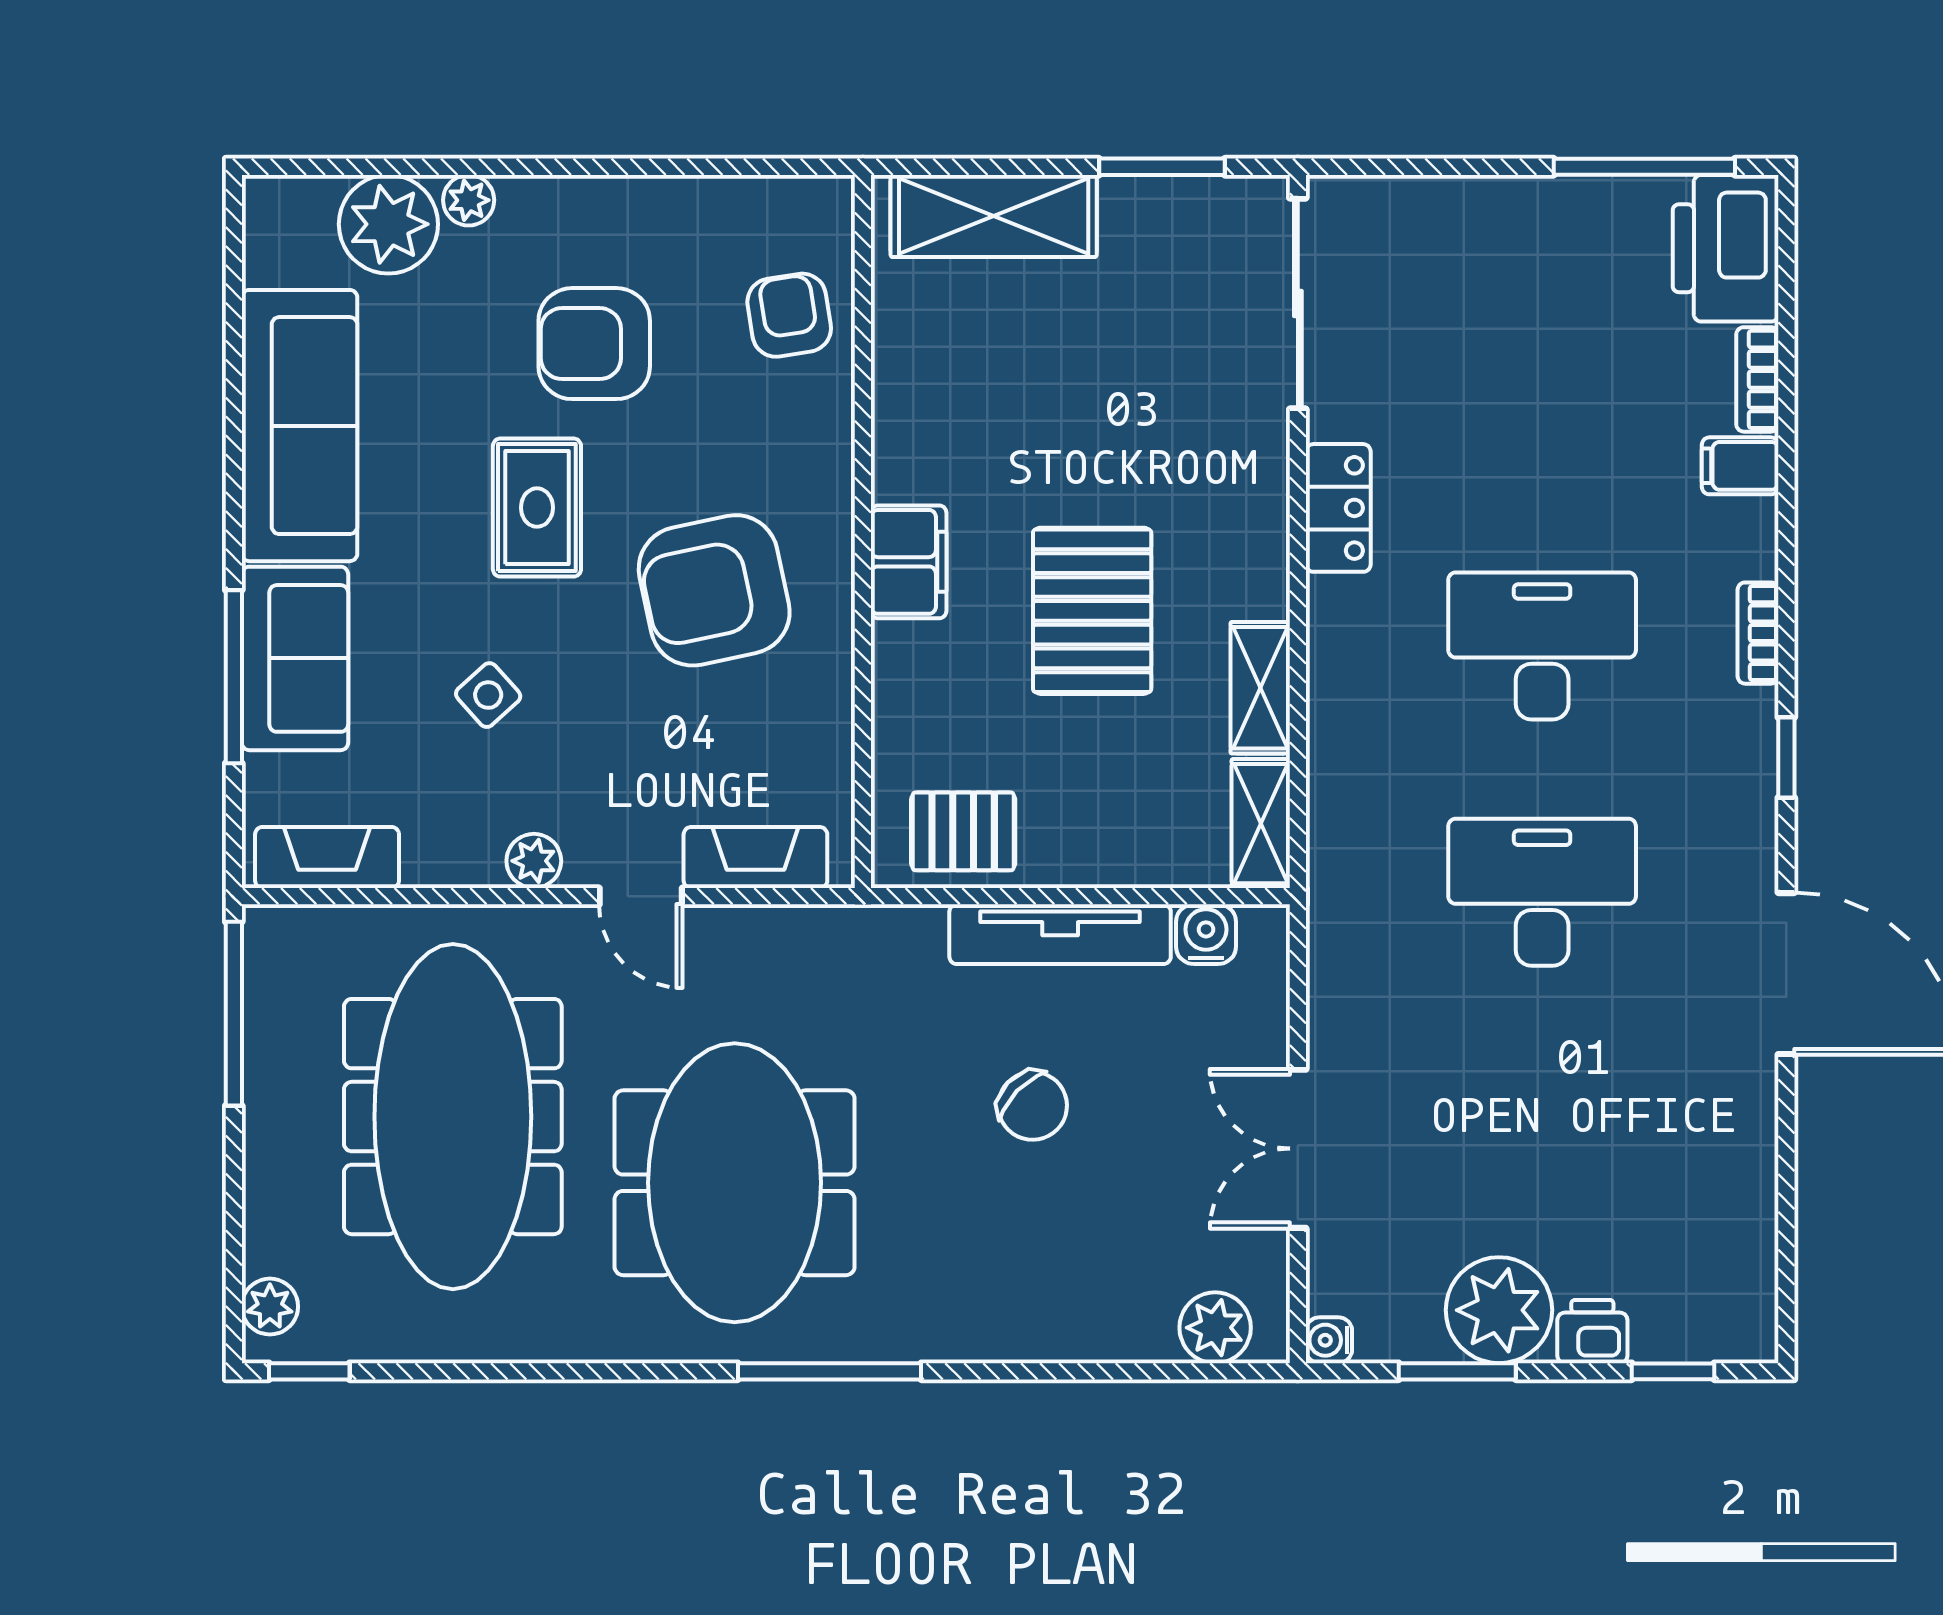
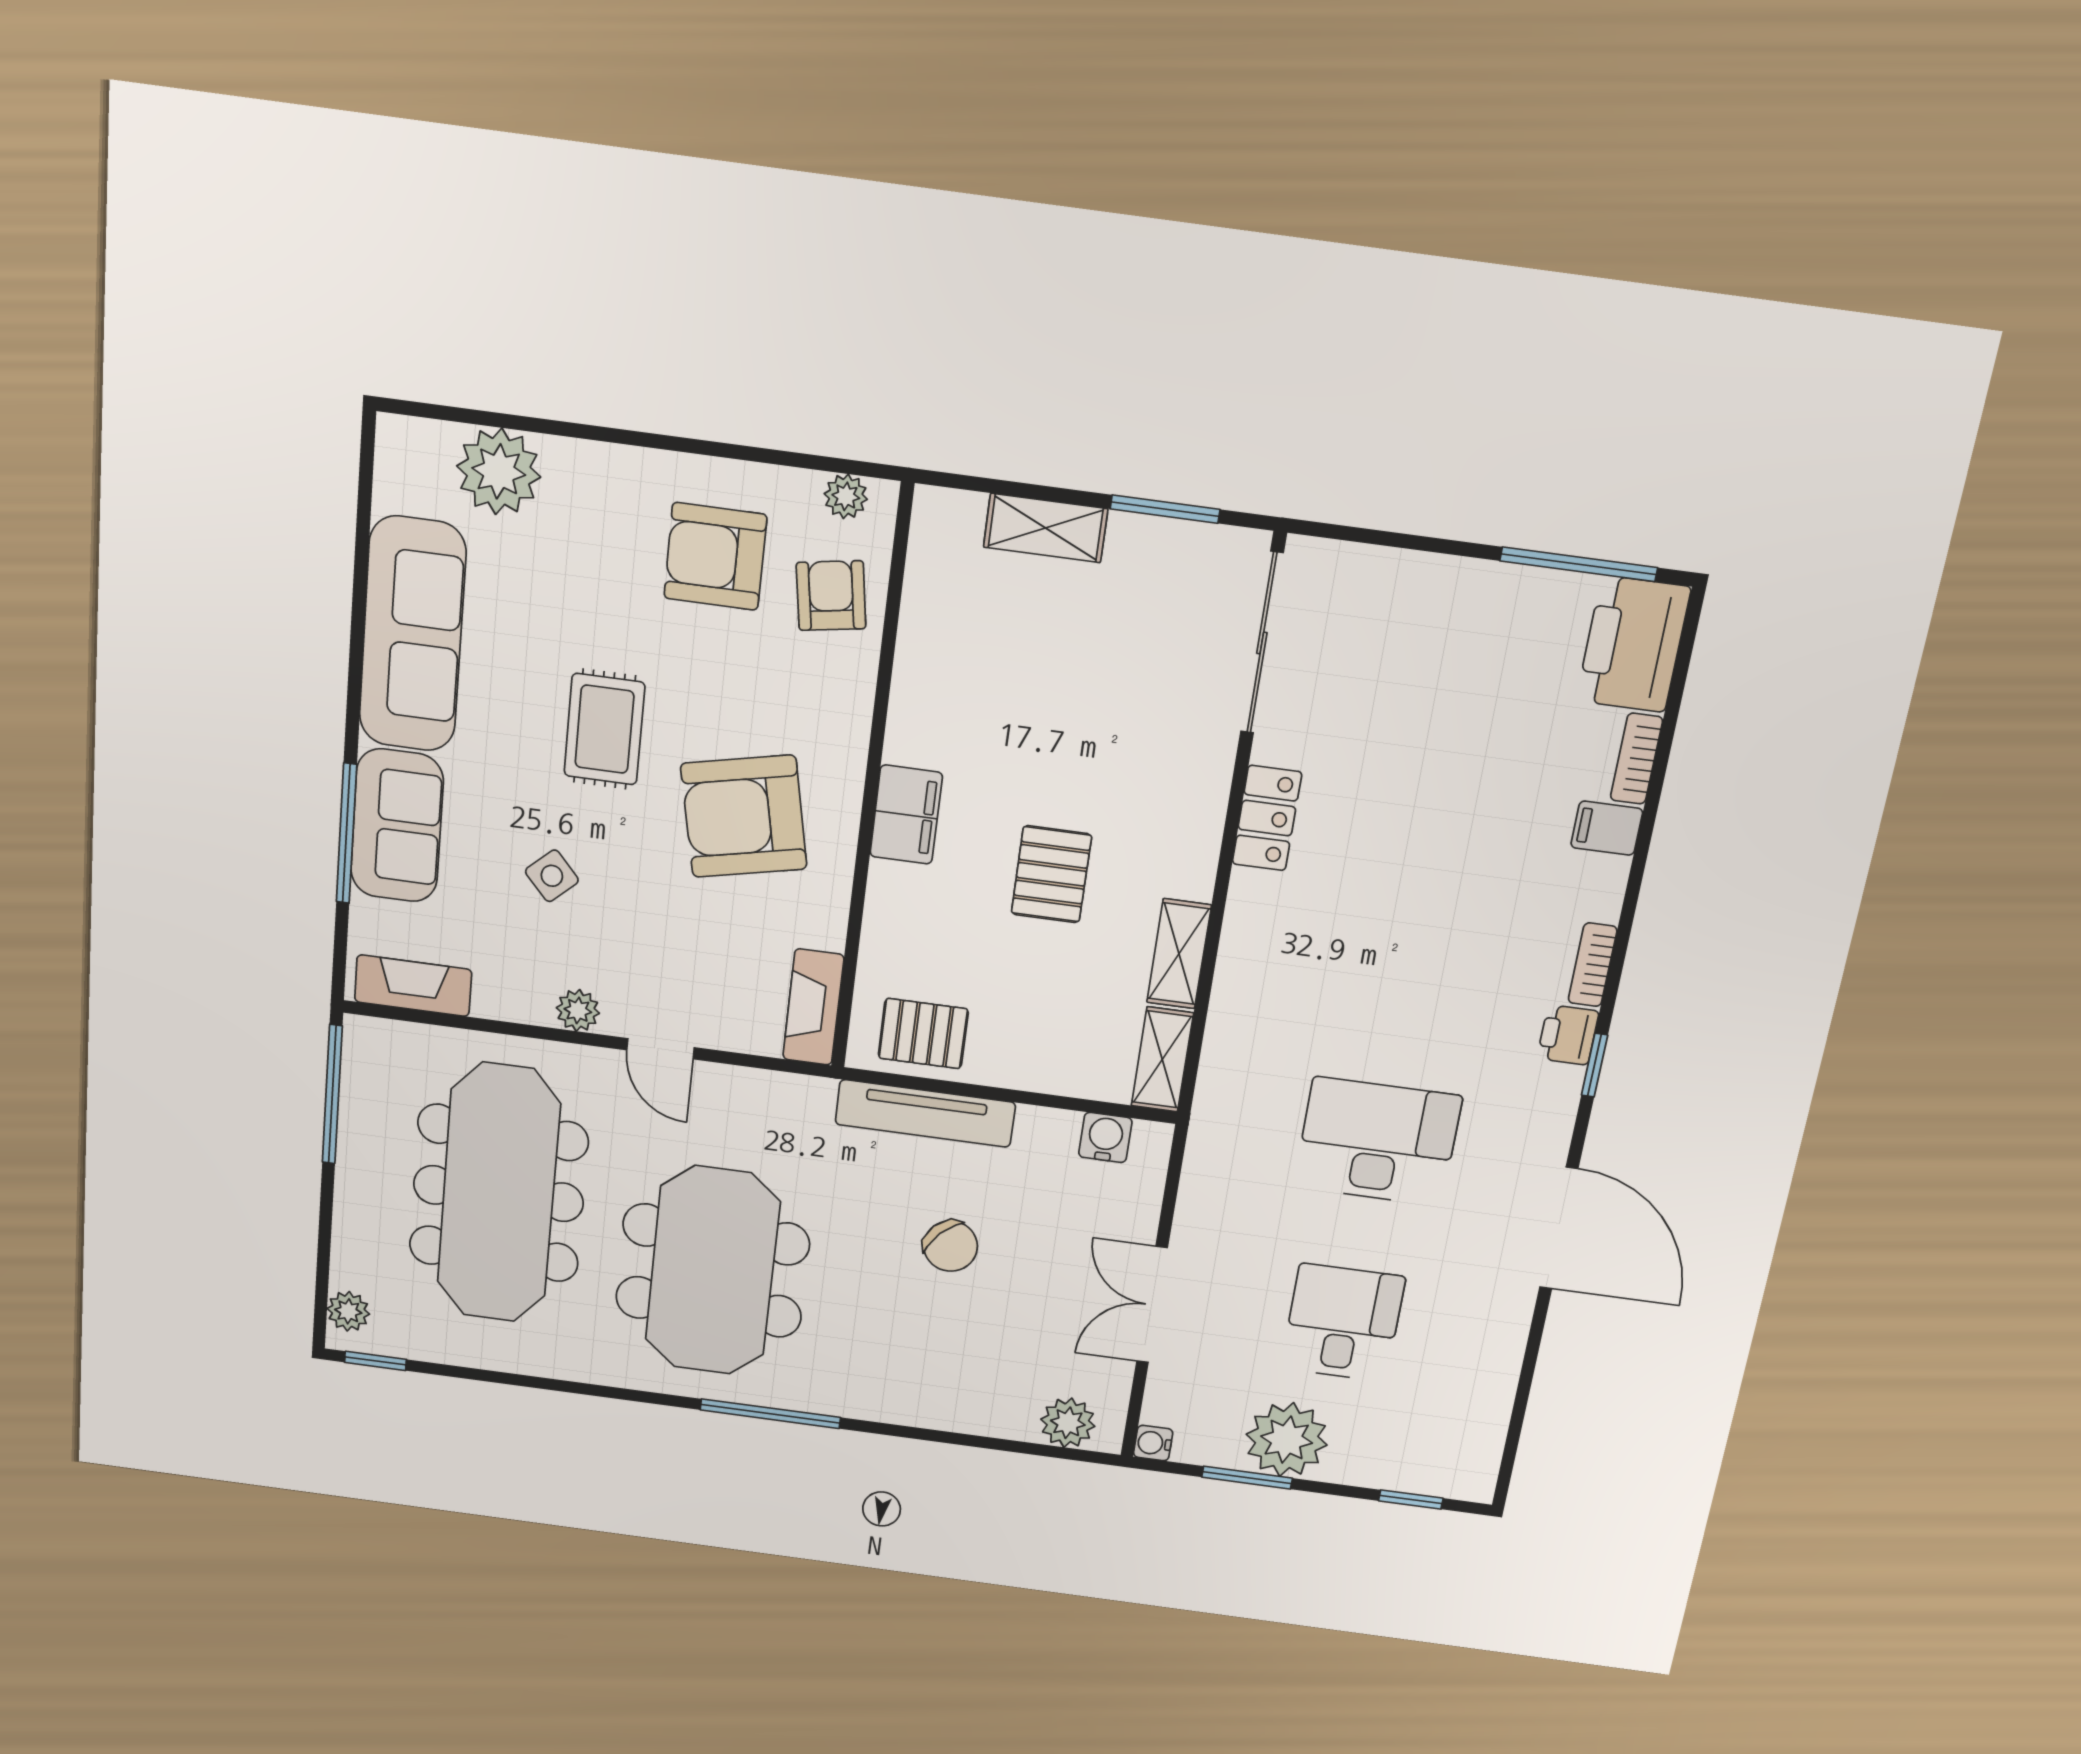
plant: (469, 200) -> (846, 496), moved
shelving: (994, 216) -> (1046, 528), width x0.67, depth x0.75
armchair: (594, 344) -> (715, 556), moved
pallet: (1092, 611) -> (1051, 874), width x0.67, depth x0.71
desk: (1542, 646) -> (1343, 1323), moved, width x0.73
fireplace: (755, 858) -> (813, 1007), moved, turned -90
tv unit: (1060, 934) -> (925, 1113), moved
printer: (1592, 1332) -> (1568, 1035), moved, turned -90

